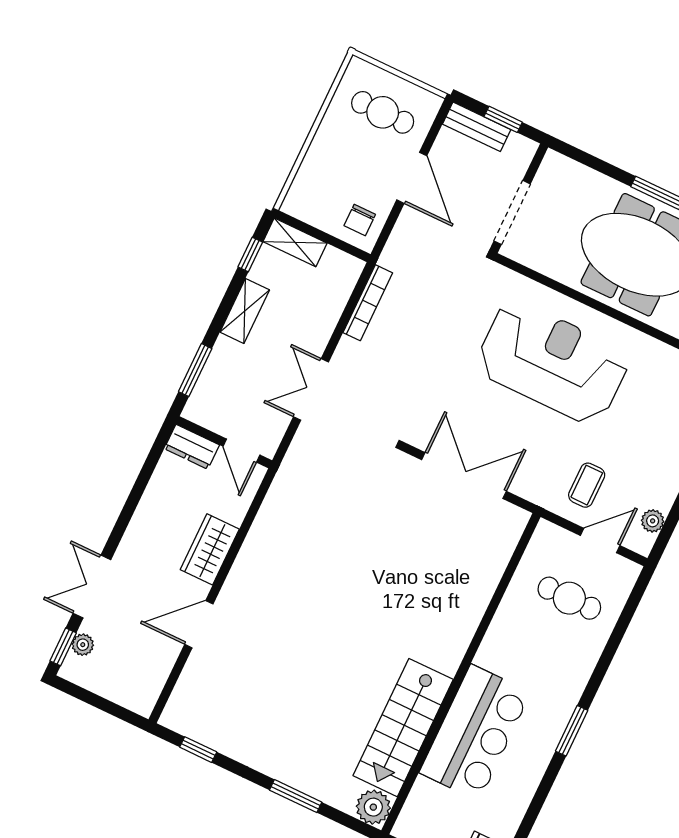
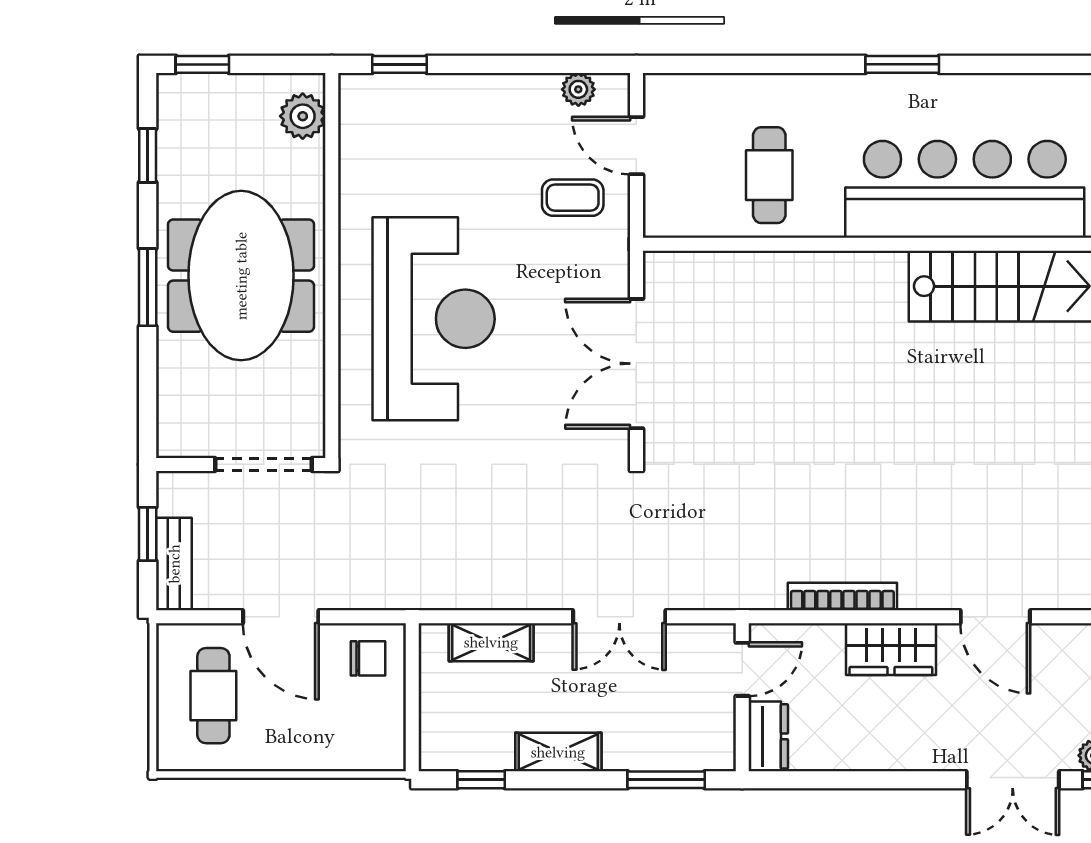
door: (412, 178) -> (281, 617), swing flipped
shelving: (295, 242) -> (491, 642), moved, turned 90
bookcase: (368, 303) -> (842, 597), moved
reception desk: (552, 362) -> (434, 319), turned 180
cafe table: (569, 598) -> (769, 175), moved
bar counter: (475, 733) -> (965, 189), width x1.36

